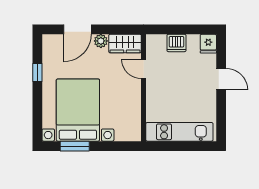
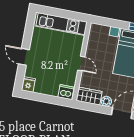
dishwasher: (176, 43) -> (66, 92), moved
door: (144, 69) -> (81, 63), moved

